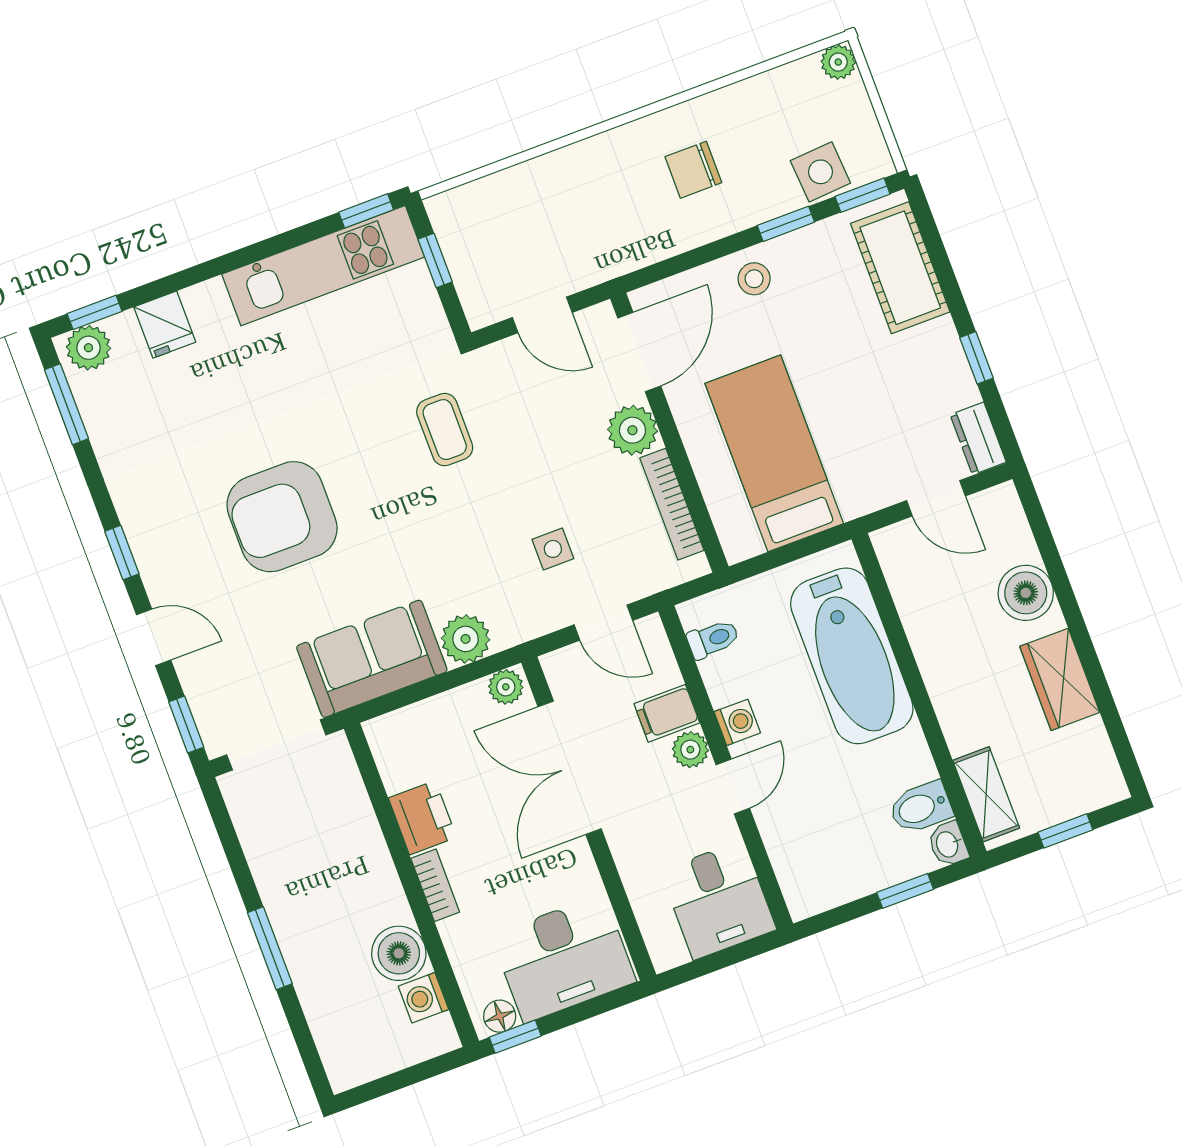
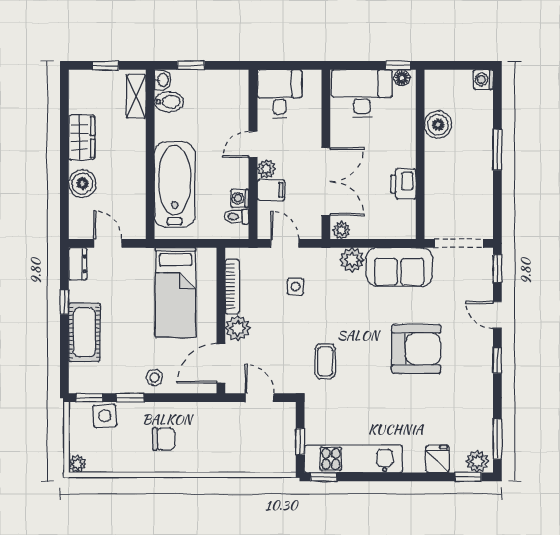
cot: (900, 268) -> (84, 332), moved
washing machine: (737, 722) -> (240, 198), moved
bookcase: (435, 885) -> (409, 150), removed
washing machine: (423, 998) -> (483, 80), moved, turned 180

